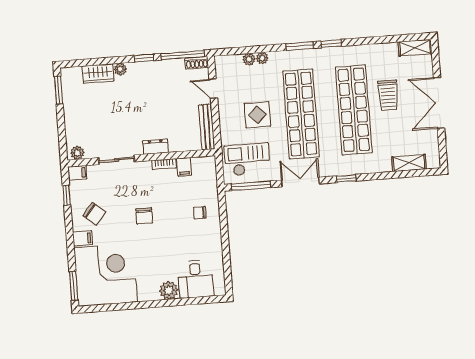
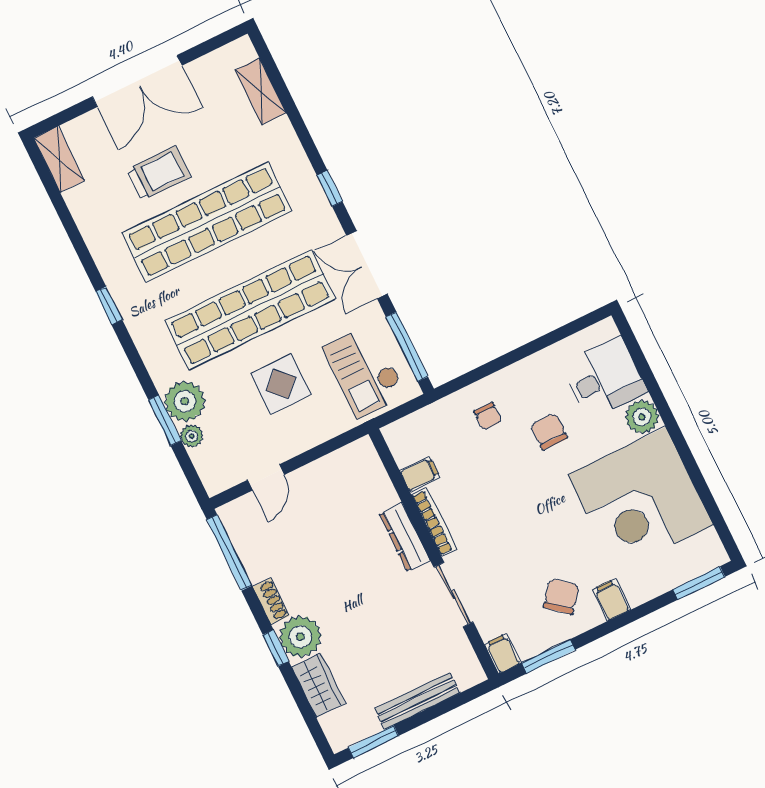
window: (300, 46) -> (165, 420), moved
window: (144, 58) -> (276, 648), moved
plant: (262, 58) -> (185, 401), width x1.88, depth x1.88
shoe rack: (197, 63) -> (271, 601), moved
plant: (120, 69) -> (300, 637), width x1.88, depth x1.88
bench: (207, 127) -> (417, 701), moved
dresser: (156, 147) -> (405, 537), width x1.44
plant: (77, 153) -> (468, 667), removed
bookcase: (164, 164) -> (434, 522), width x1.56
window: (67, 195) -> (548, 656), width x1.50
chair: (144, 216) -> (549, 431), moved, turned -90
corner desk: (106, 275) -> (641, 500), moved, turned -90

